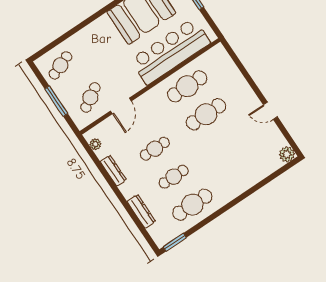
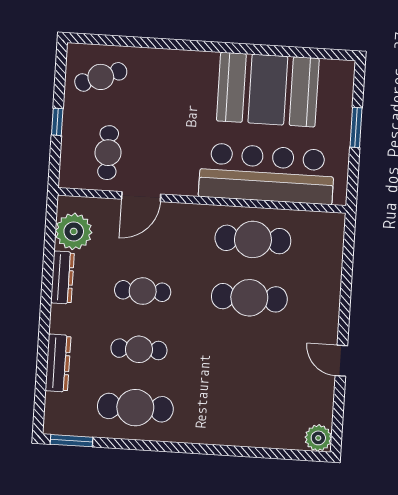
cafe table: (90, 97) -> (108, 153), turned -58
window: (56, 101) -> (57, 122), width x0.46
plant: (95, 144) -> (74, 231), width x1.88, depth x1.88

